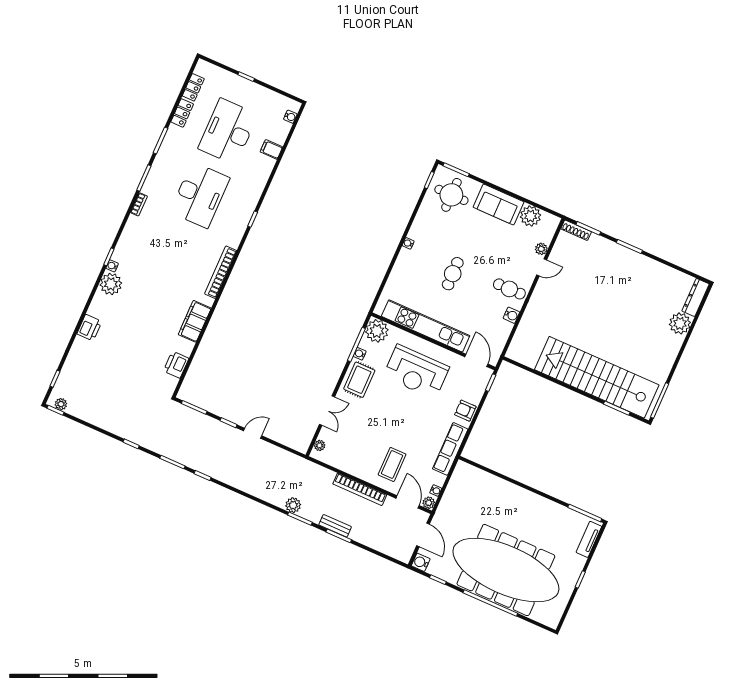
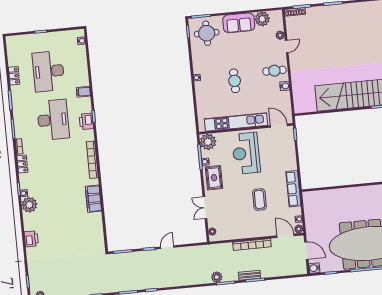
locker: (193, 87) -> (22, 164), moved
filing cabinet: (271, 149) -> (83, 92), moved
printer: (176, 365) -> (86, 121), moved
reception desk: (416, 372) -> (246, 153), turned 90
double door: (327, 411) -> (205, 208), swing flipped
armchair: (465, 411) -> (289, 160), removed
coffee table: (392, 464) -> (259, 199), moved

